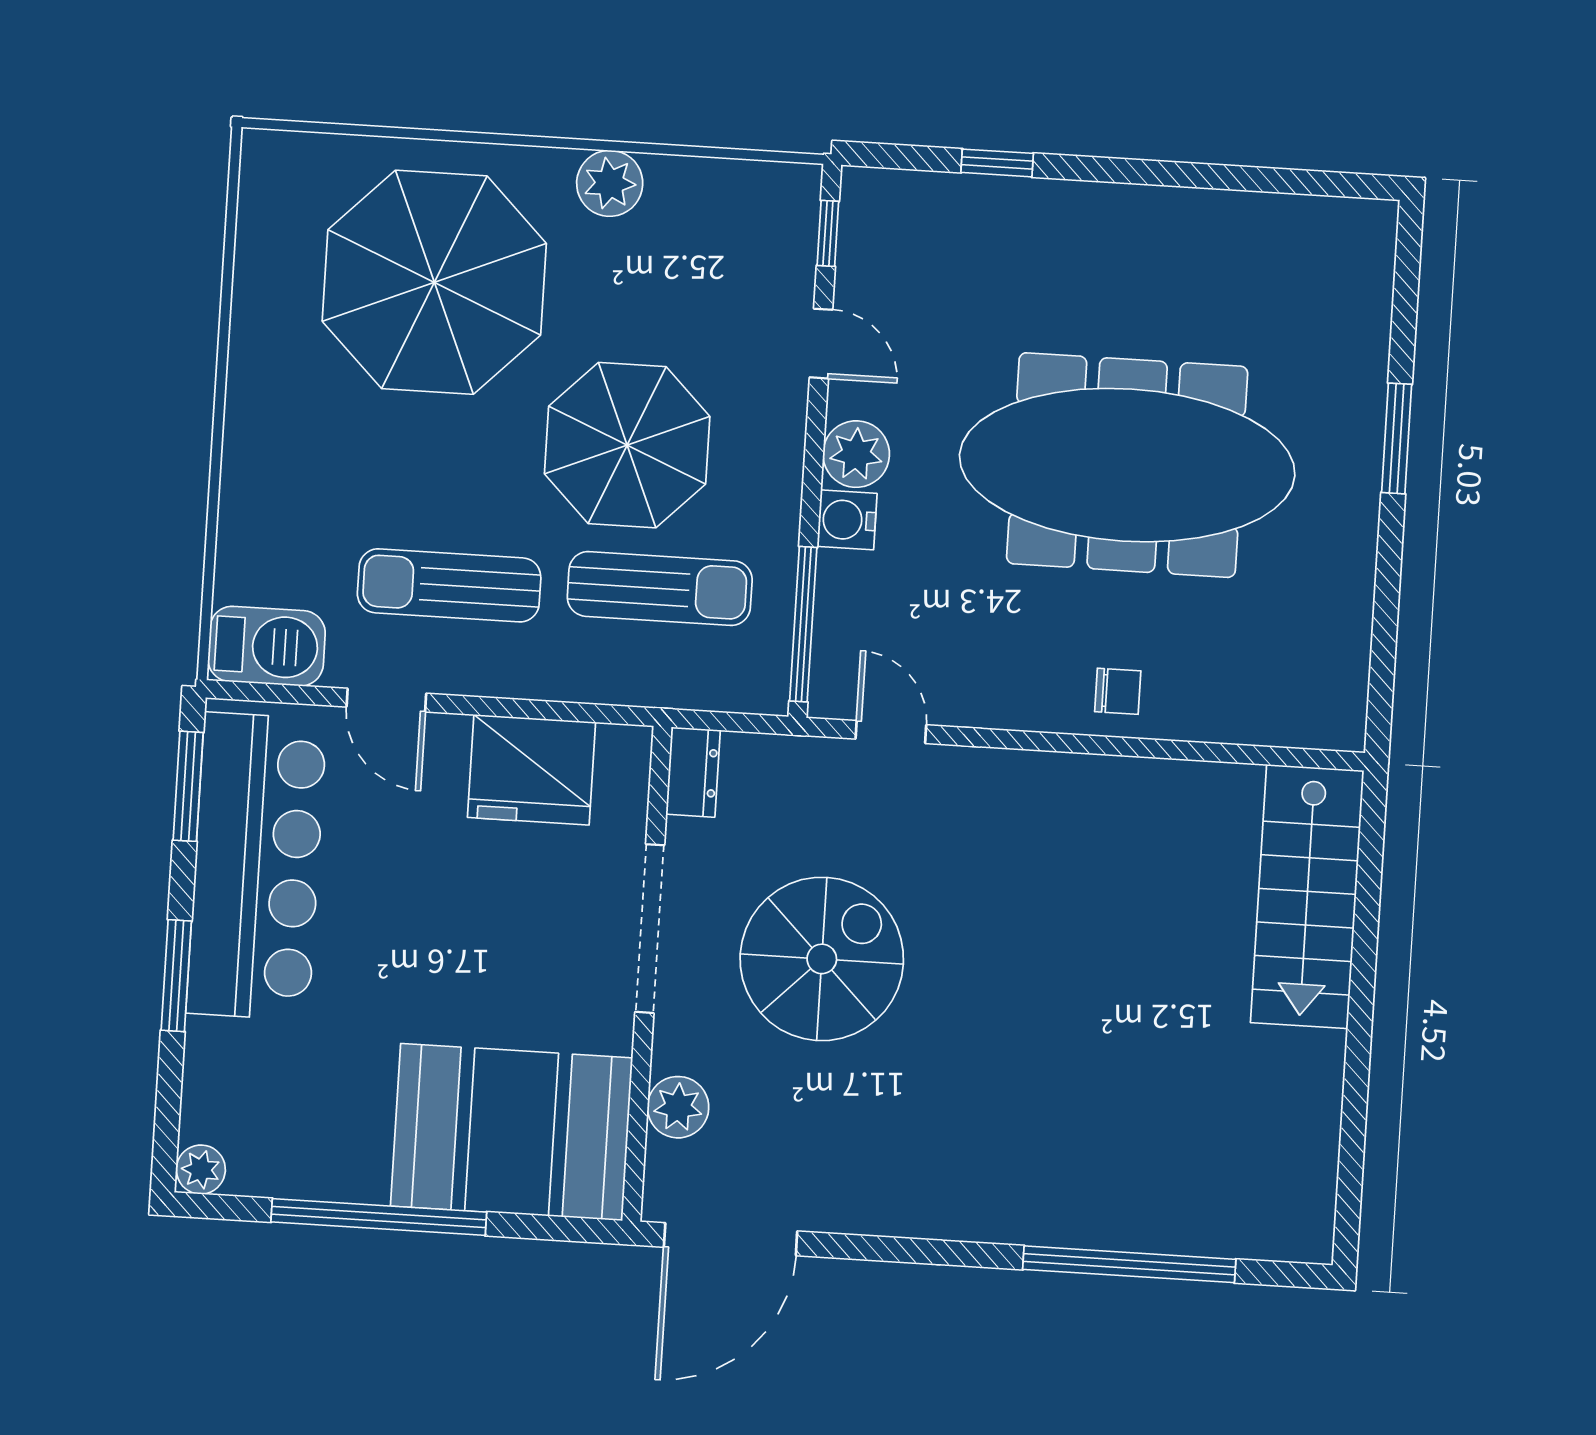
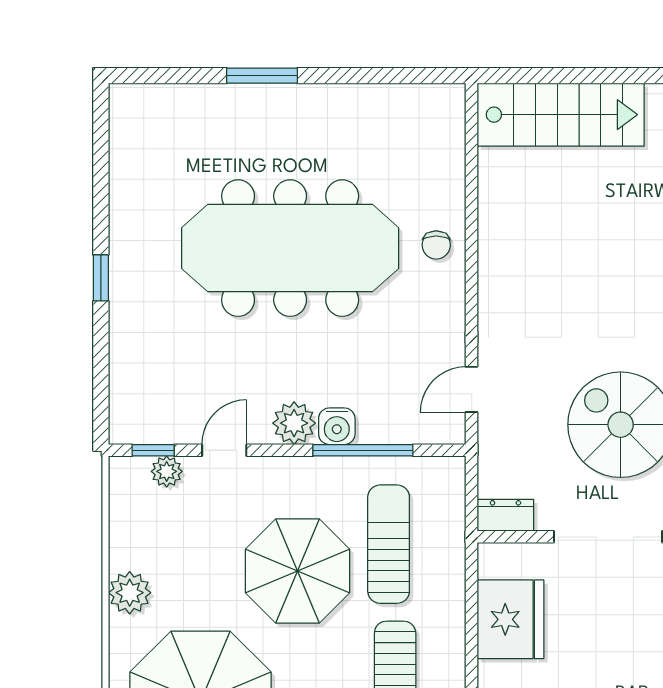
window: (997, 163) -> (101, 278), moved
plant: (794, 252) -> (167, 471), added
meeting table: (1127, 465) -> (290, 248), turned 90
window: (803, 624) -> (363, 450), moved
chair: (1118, 691) -> (436, 245), turned 180

